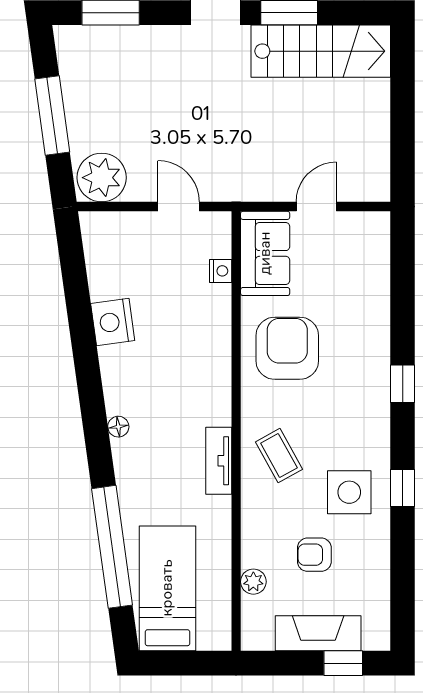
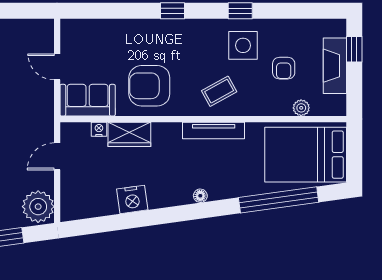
wardrobe: (213, 318) -> (129, 134), added
tv unit: (219, 461) -> (214, 130), width x1.41
bed: (167, 588) -> (306, 155), width x1.50

